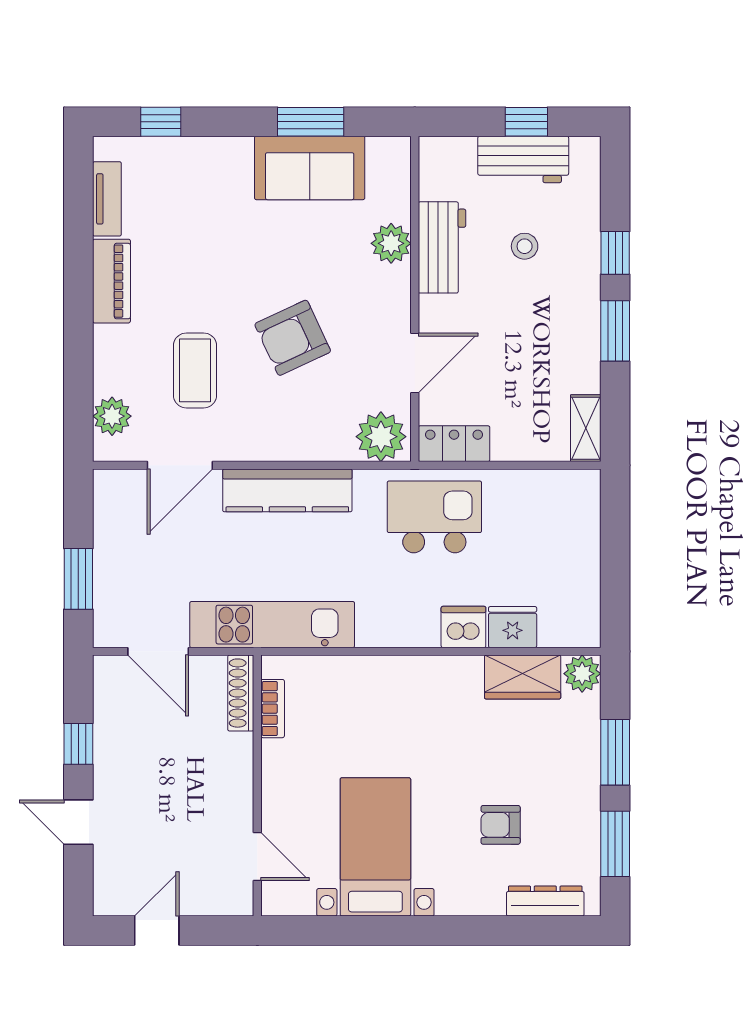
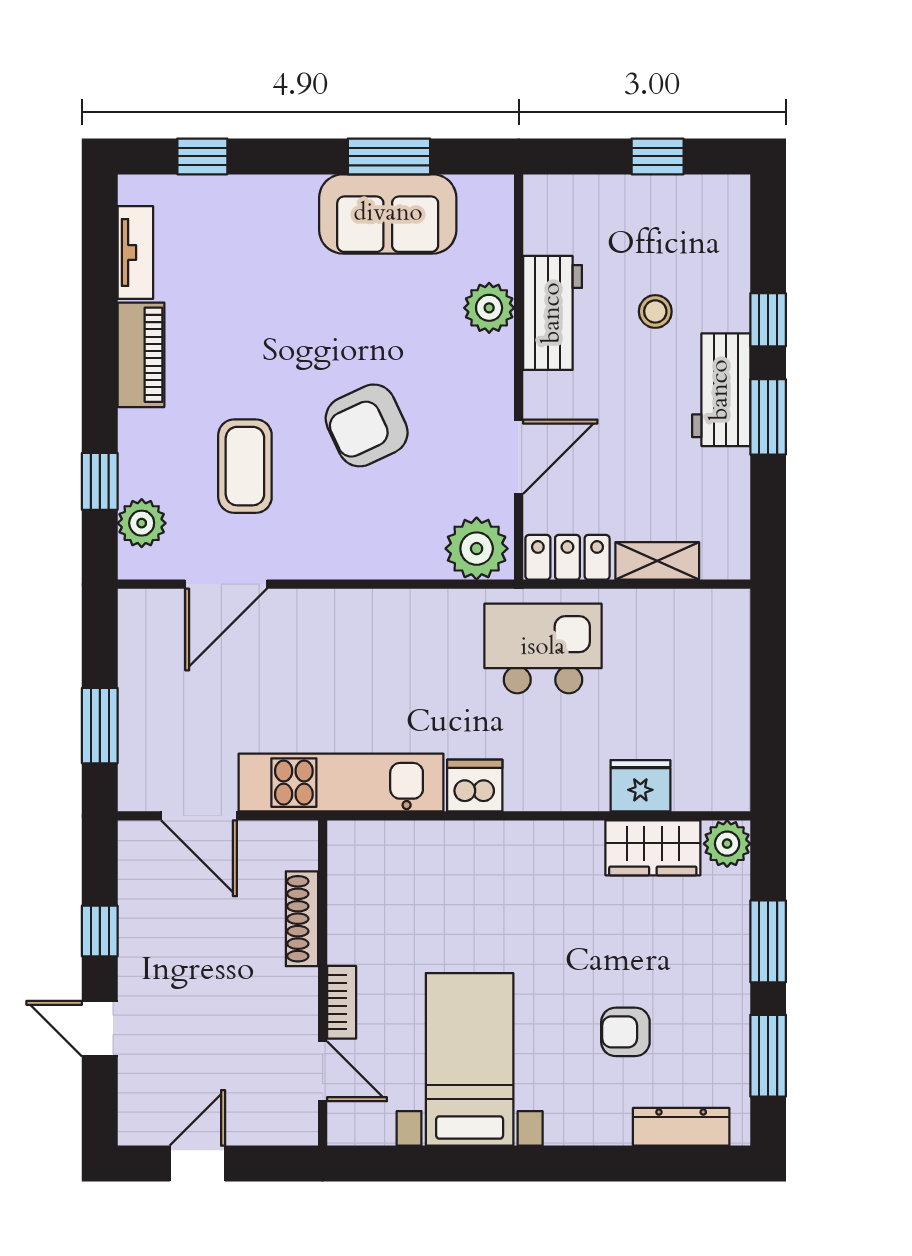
workbench: (523, 159) -> (721, 390), moved, turned 90
window: (78, 383) -> (100, 481), added
shelving: (586, 428) -> (657, 561), moved, turned 90
kitchen counter: (287, 490) -> (360, 615), removed
dishwasher: (463, 627) -> (475, 786), moved
shoe rack: (241, 693) -> (302, 919), moved
bookcase: (273, 709) -> (342, 1002), moved

